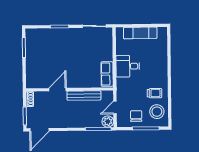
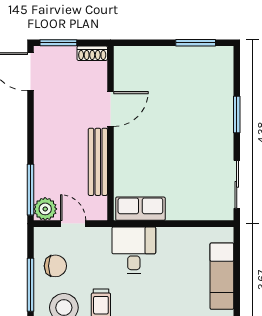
desk: (128, 66) -> (134, 250), moved
door: (58, 90) -> (110, 109), hinge flipped

